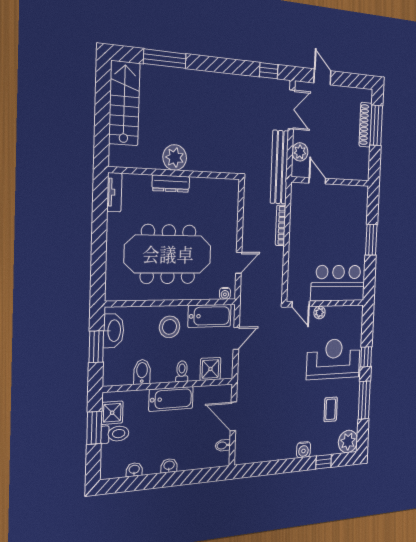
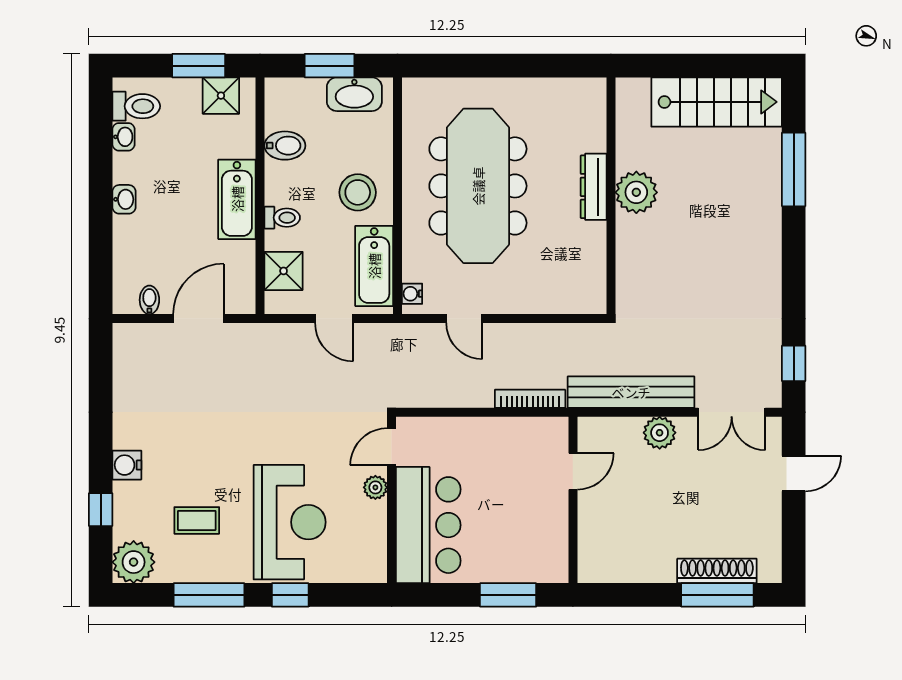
door: (317, 181) -> (573, 471), moved
wall: (331, 181) -> (573, 500), moved
tv unit: (114, 192) -> (576, 89), removed
toilet: (115, 434) -> (136, 106), moved, turned -90

